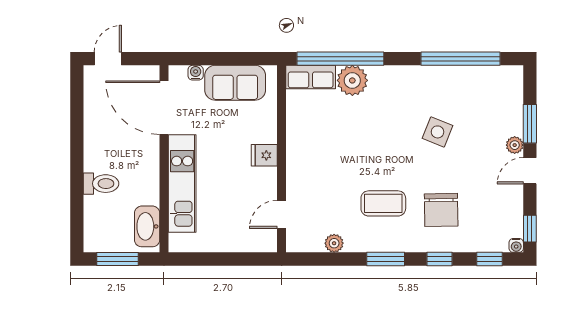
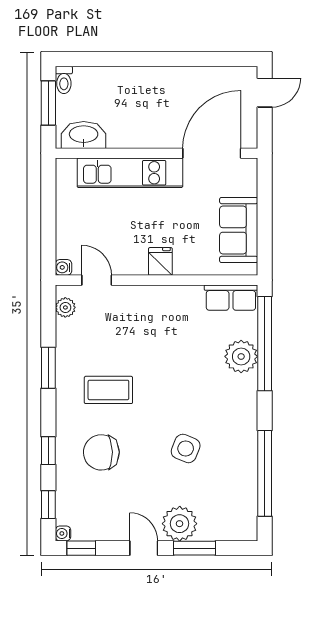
door: (108, 59) -> (265, 93), hinge flipped
water cooler: (196, 73) -> (63, 267), moved, turned 180
row of seats: (311, 77) -> (231, 298), moved, turned -90
plant: (515, 145) -> (180, 524), width x1.88, depth x1.88
toilet: (101, 184) -> (64, 80), moved, width x0.73, depth x0.72
coffee table: (383, 203) -> (108, 390), turned 90
plant: (334, 243) -> (65, 307), moved
window: (386, 259) -> (48, 368), moved

